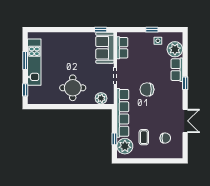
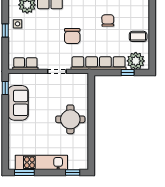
sofa: (105, 48) -> (18, 103), moved, turned -90
window: (25, 61) -> (24, 173), moved
plant: (101, 98) -> (82, 88), removed
coffee table: (144, 137) -> (138, 36), moved
chair: (165, 138) -> (108, 20), moved

